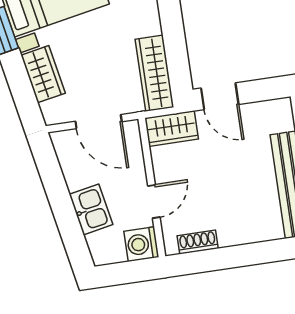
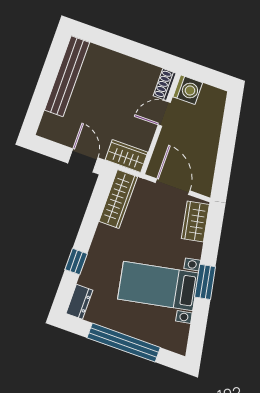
wardrobe: (43, 74) -> (195, 222), moved
kitchen sink: (91, 209) -> (209, 131), removed
shoe rack: (198, 242) -> (165, 84), moved, turned 90

